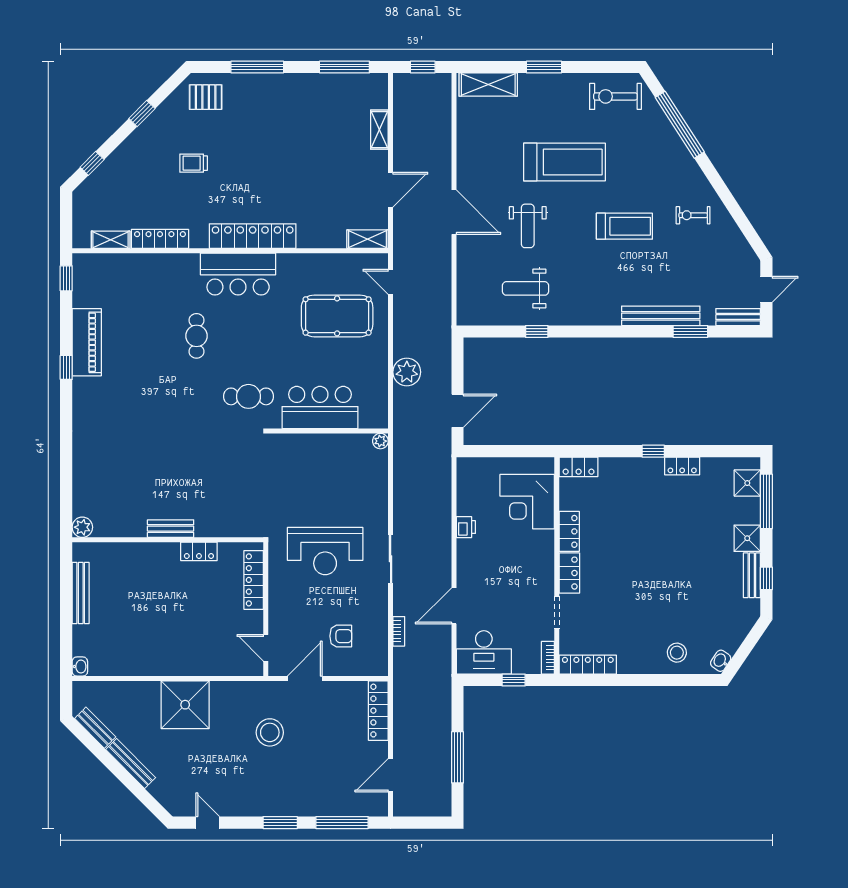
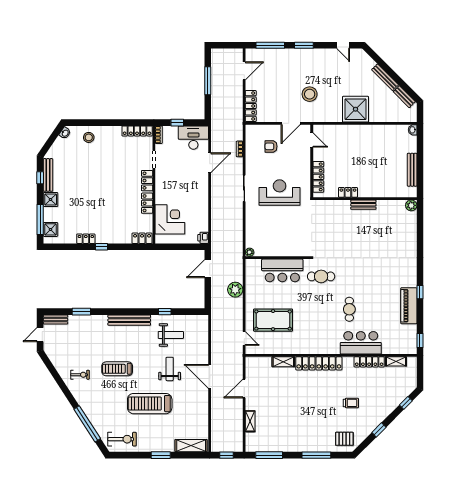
shelving: (368, 239) -> (283, 362), moved
bar counter: (238, 274) -> (361, 343), moved
bench: (661, 316) -> (129, 320), moved
printer: (466, 527) -> (203, 238), moved
bench: (752, 575) -> (48, 175), width x1.36

